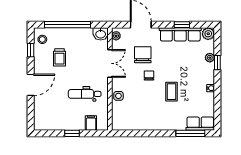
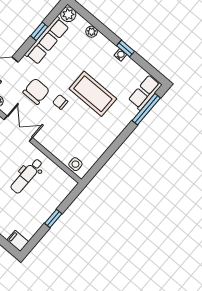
chair: (143, 55) -> (36, 91), turned 90
window: (217, 63) -> (126, 48), moved
coffee table: (172, 92) -> (93, 94), width x1.86, depth x1.72
side table: (118, 96) -> (75, 164), moved
filing cabinet: (91, 123) -> (18, 241), moved

